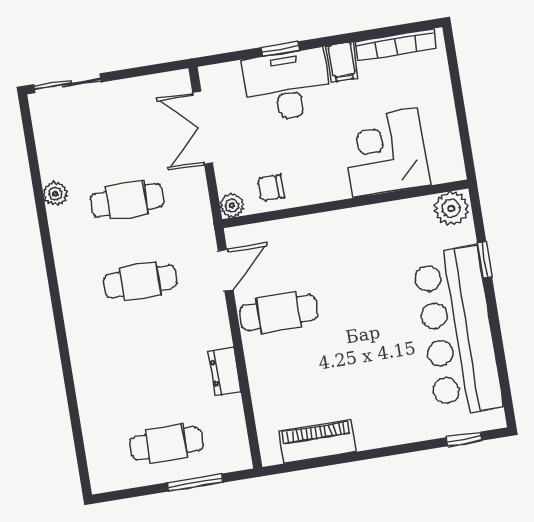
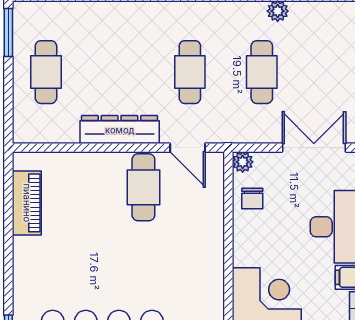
chair: (271, 188) -> (252, 198), turned 180
dresser: (224, 372) -> (120, 130), width x1.96, depth x1.24
window: (195, 482) -> (8, 32), moved

